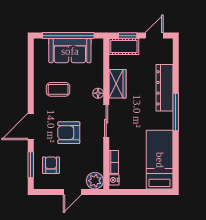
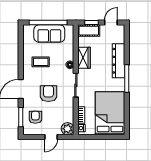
armchair: (69, 133) -> (48, 94), turned 90
bed: (160, 160) -> (110, 113), width x1.50

